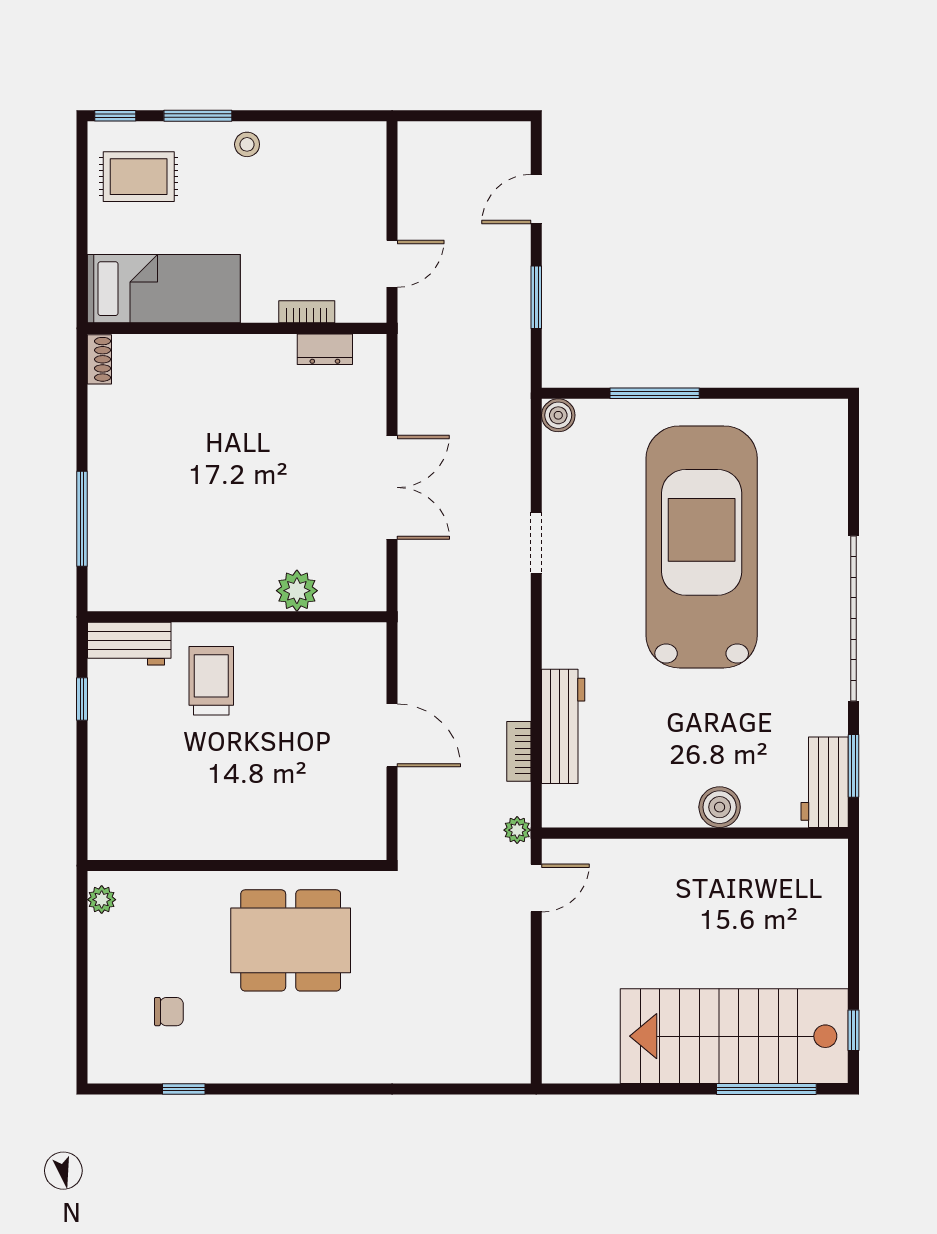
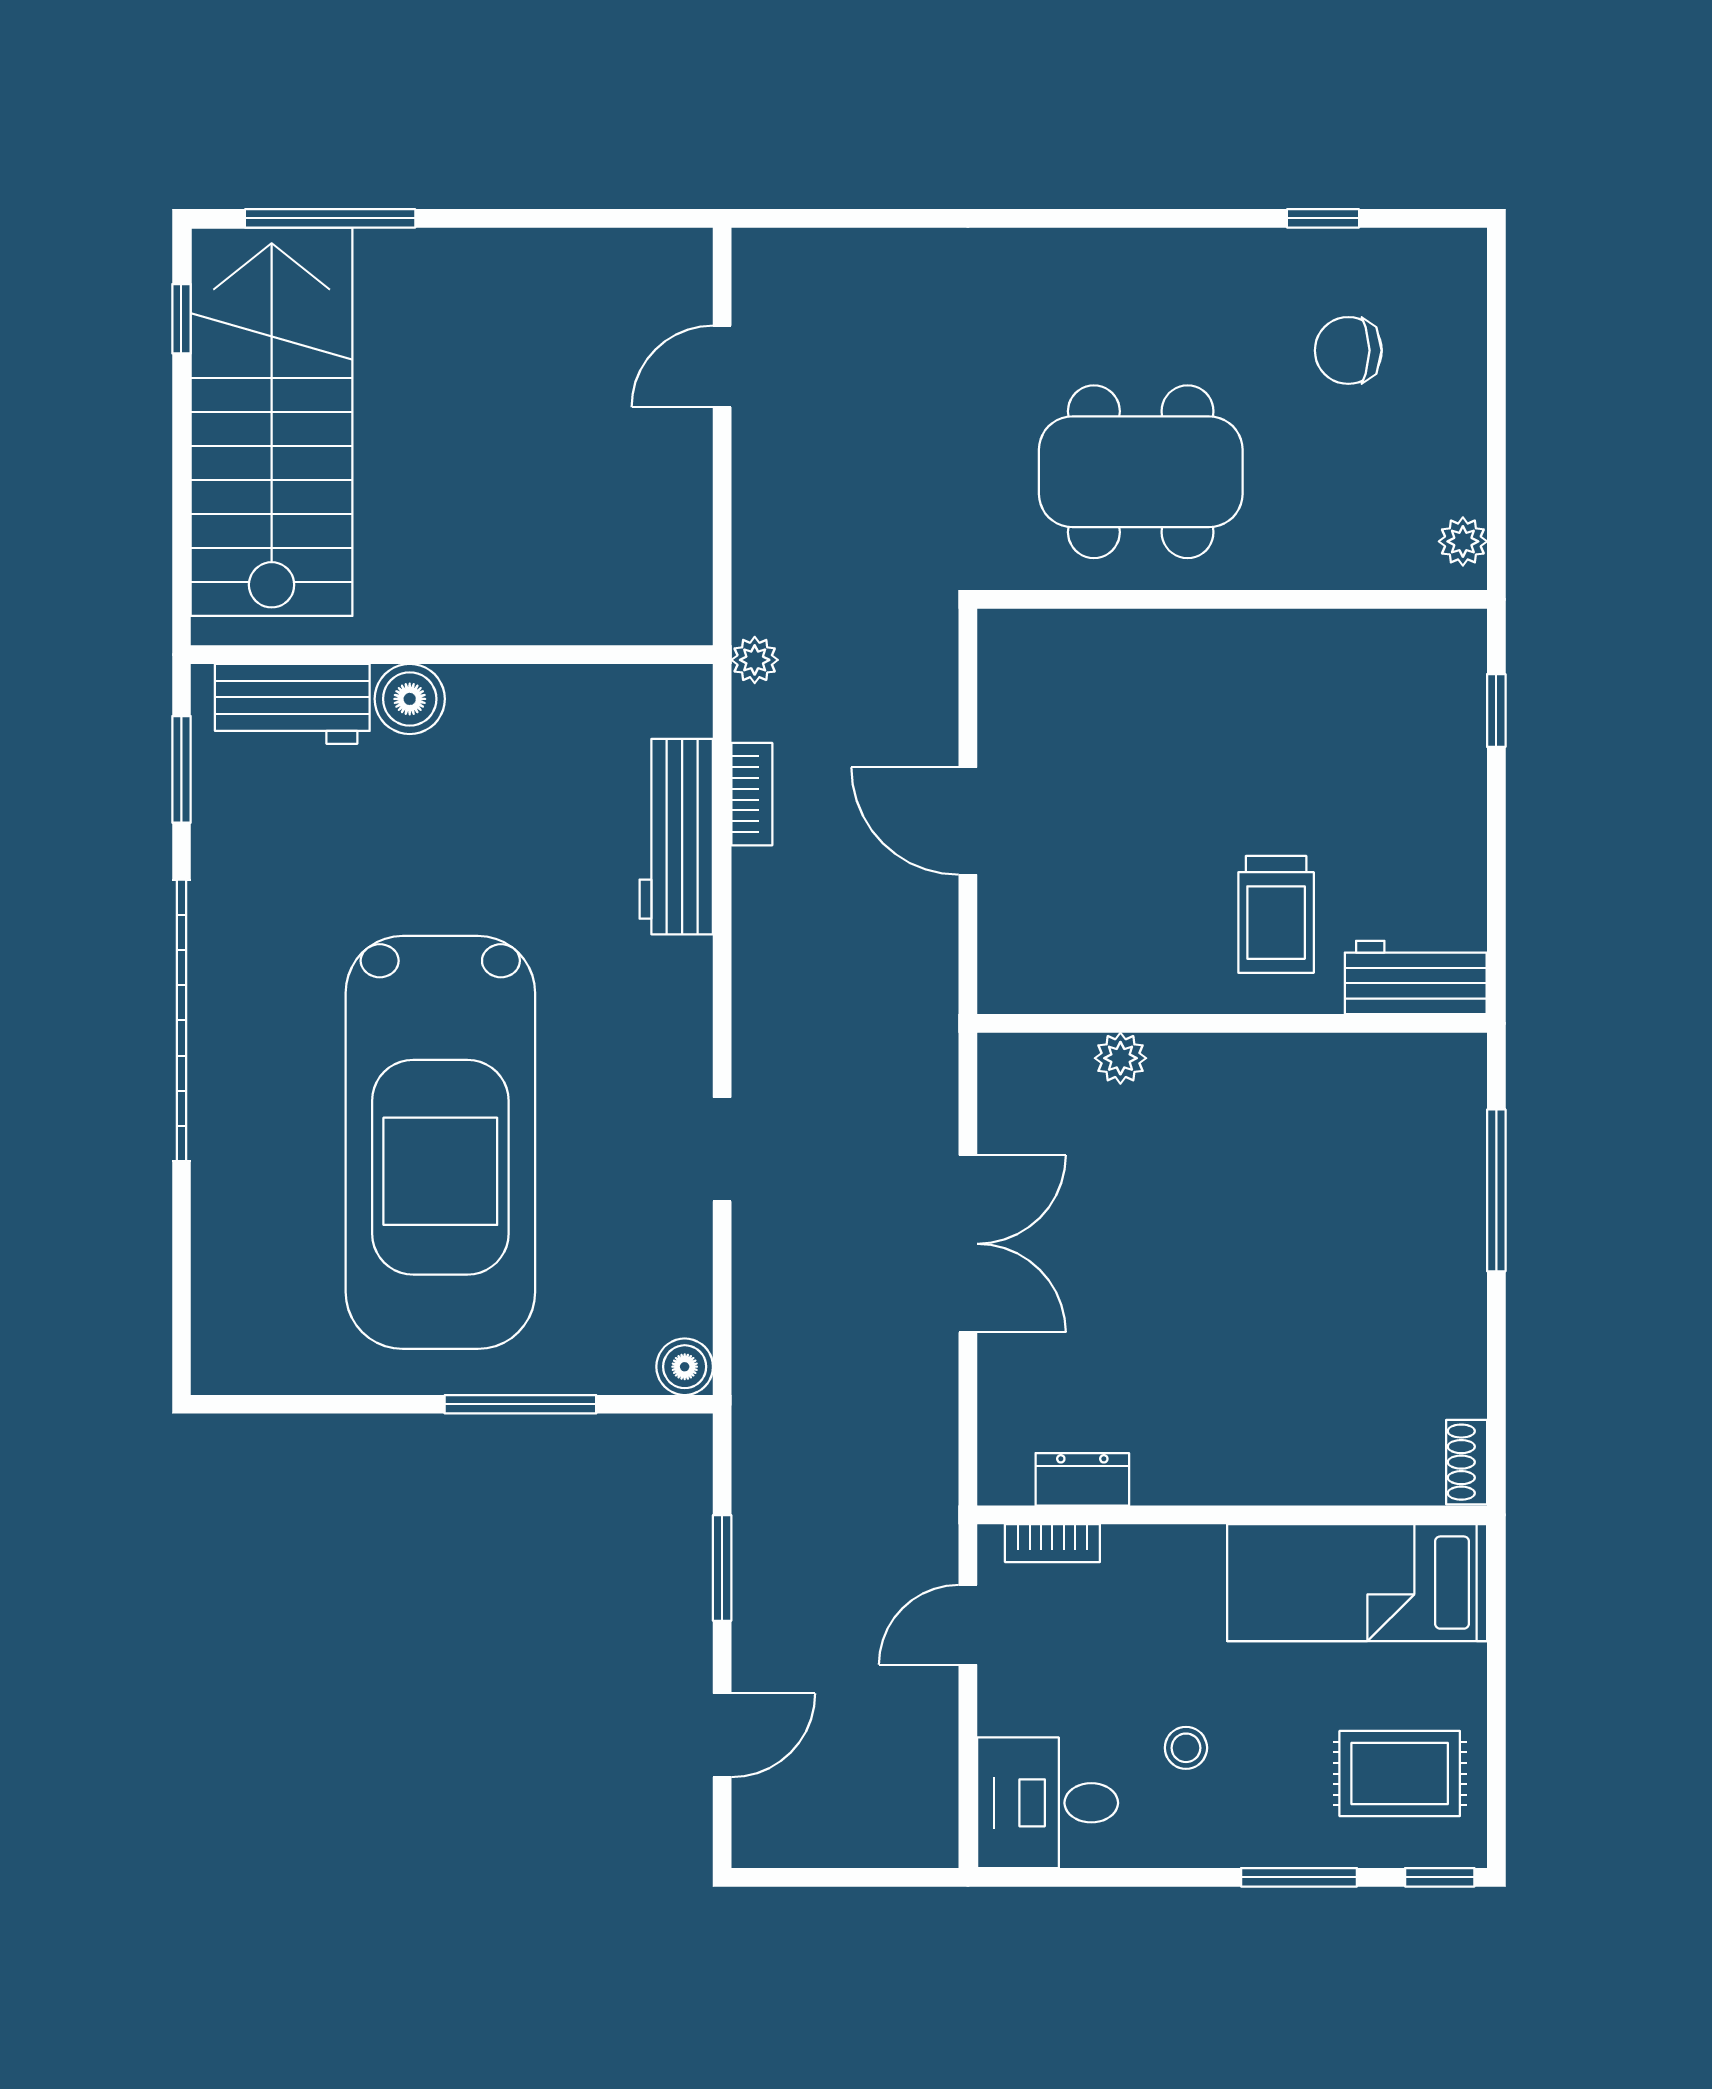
stool: (247, 144) -> (1186, 1748), moved
desk: (345, 159) -> (1048, 1803), added
bookcase: (307, 312) -> (1052, 1543), moved
double door: (392, 487) -> (968, 1244), swing flipped
plant: (297, 591) -> (1120, 1058), width x0.73, depth x0.73
window: (82, 699) -> (1496, 711), moved
workbench: (825, 782) -> (292, 704), moved, turned 90
door: (536, 888) -> (722, 366), moved
chair: (169, 1012) -> (1348, 350), width x1.37, depth x1.37
stairs: (734, 1036) -> (272, 422), moved, turned -90

